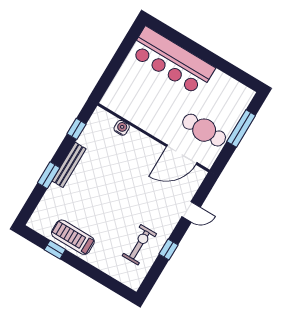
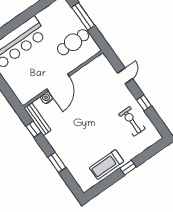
door: (182, 155) -> (58, 83), moved
bench: (69, 165) -> (37, 119), moved
window: (55, 250) -> (128, 168), moved

